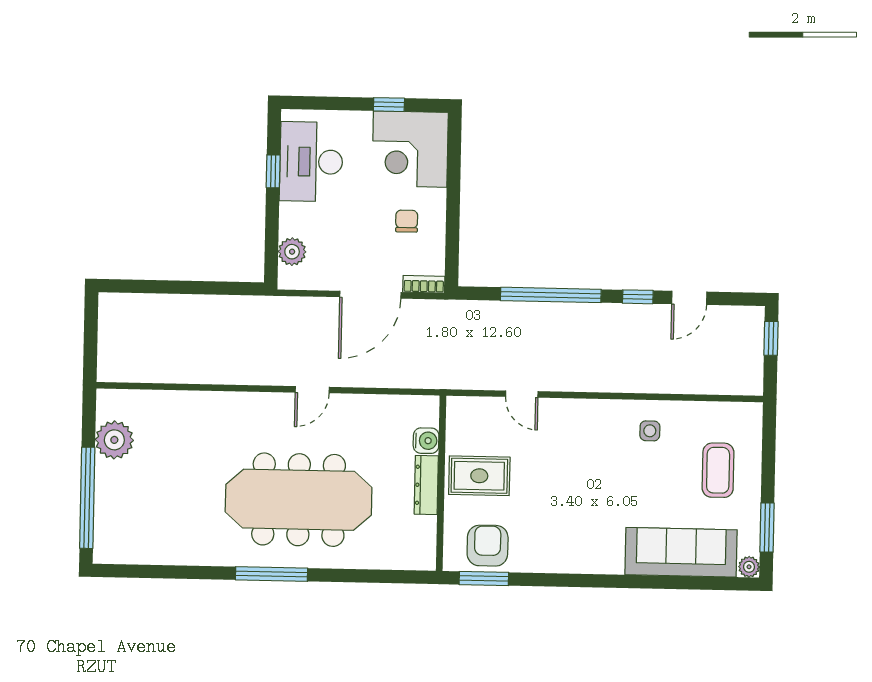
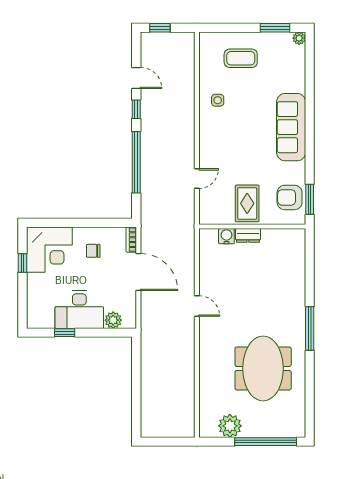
desk: (311, 162) -> (79, 310), moved
dresser: (426, 485) -> (248, 235), width x0.70
meeting table: (299, 500) -> (263, 368), moved, width x0.73
sofa: (681, 552) -> (291, 127), moved

